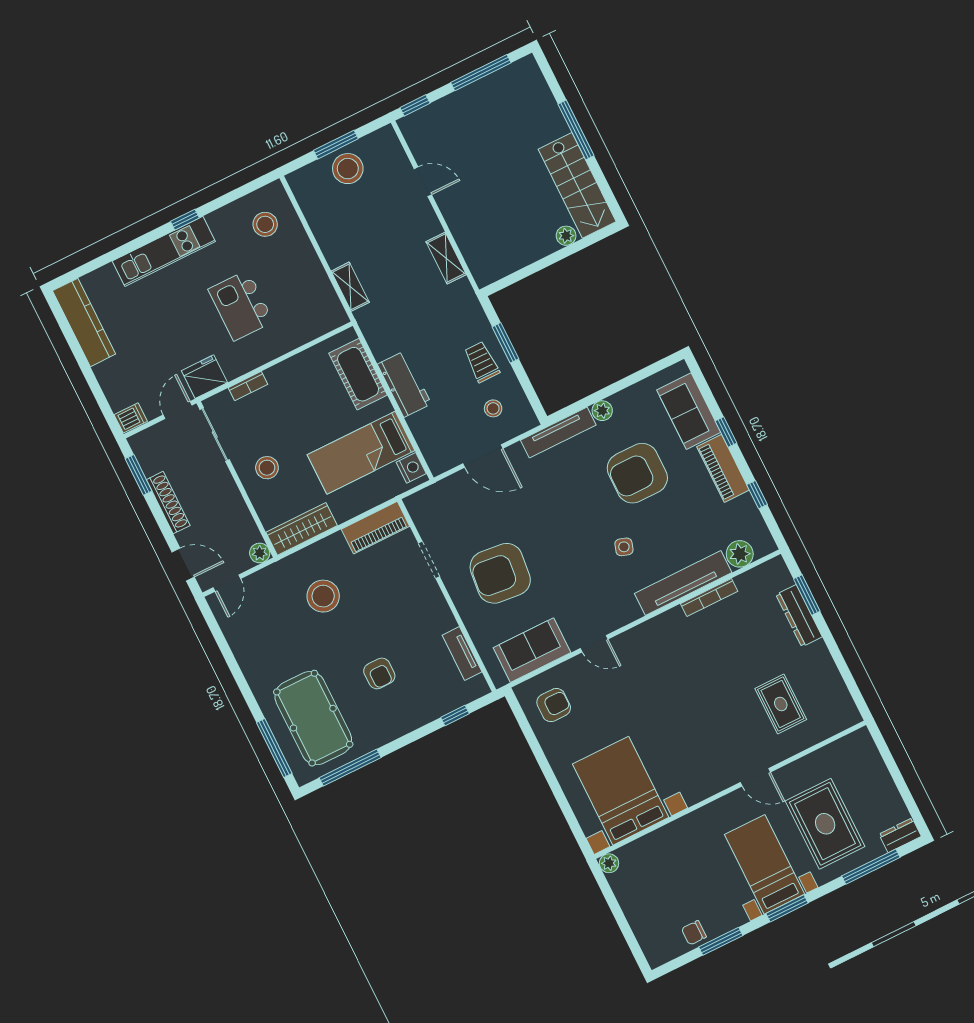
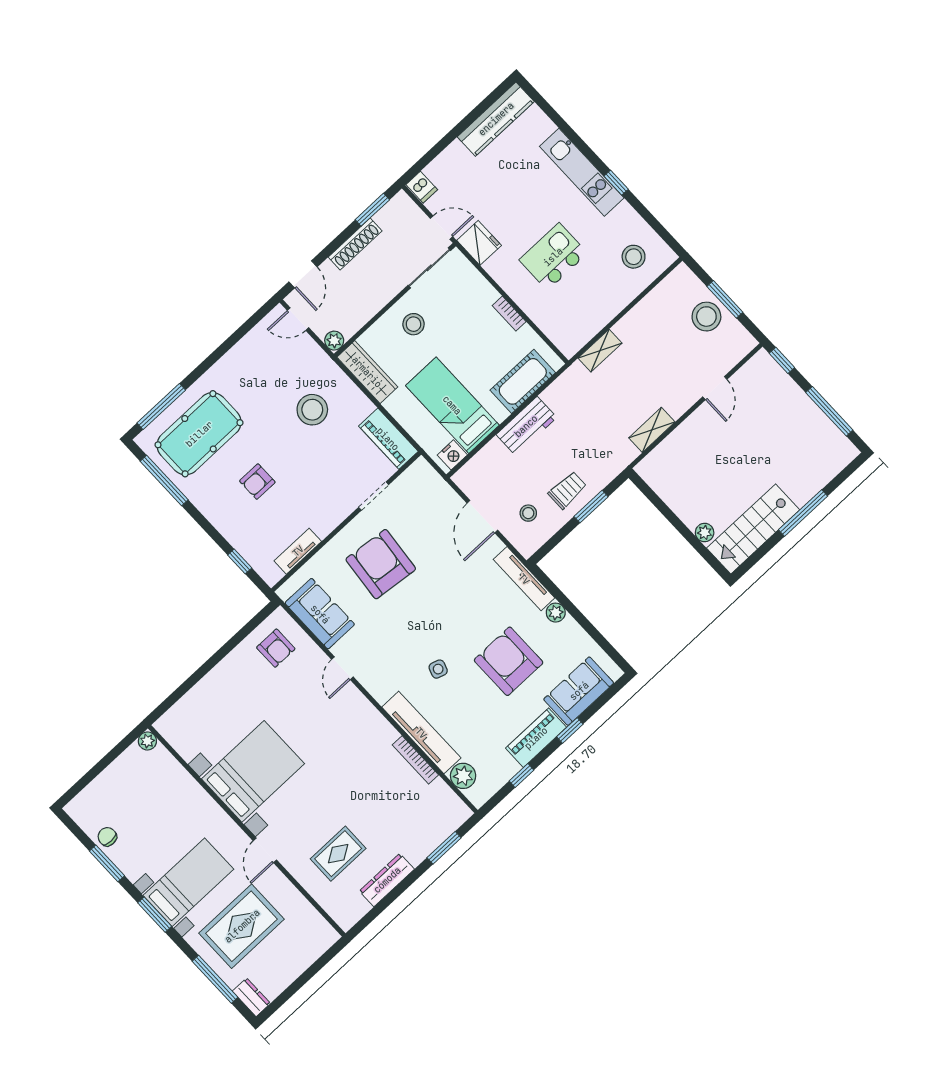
bookcase: (248, 386) -> (509, 314), moved
dresser: (799, 616) -> (387, 880), moved
bed with nightstands: (621, 791) -> (253, 771), moved

